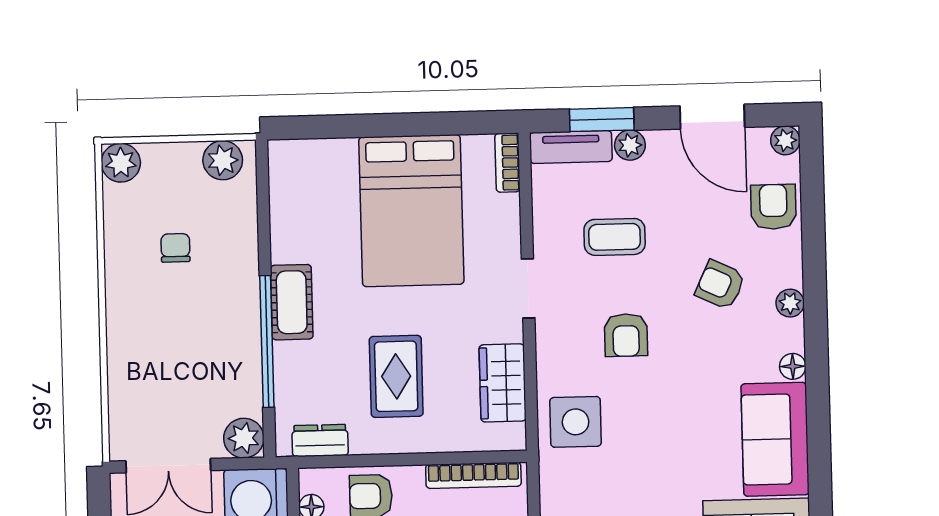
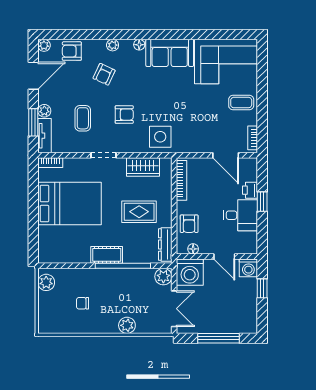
plant: (121, 163) -> (127, 325), moved
dresser: (320, 440) -> (165, 244), width x1.44

